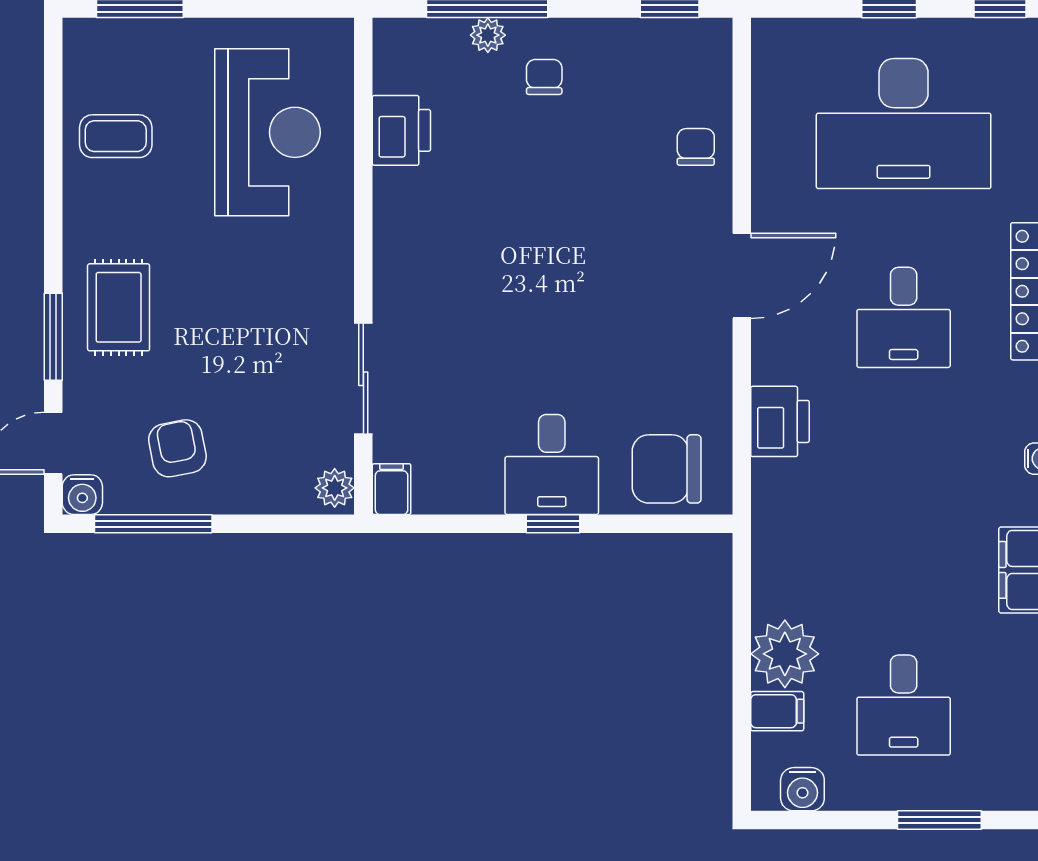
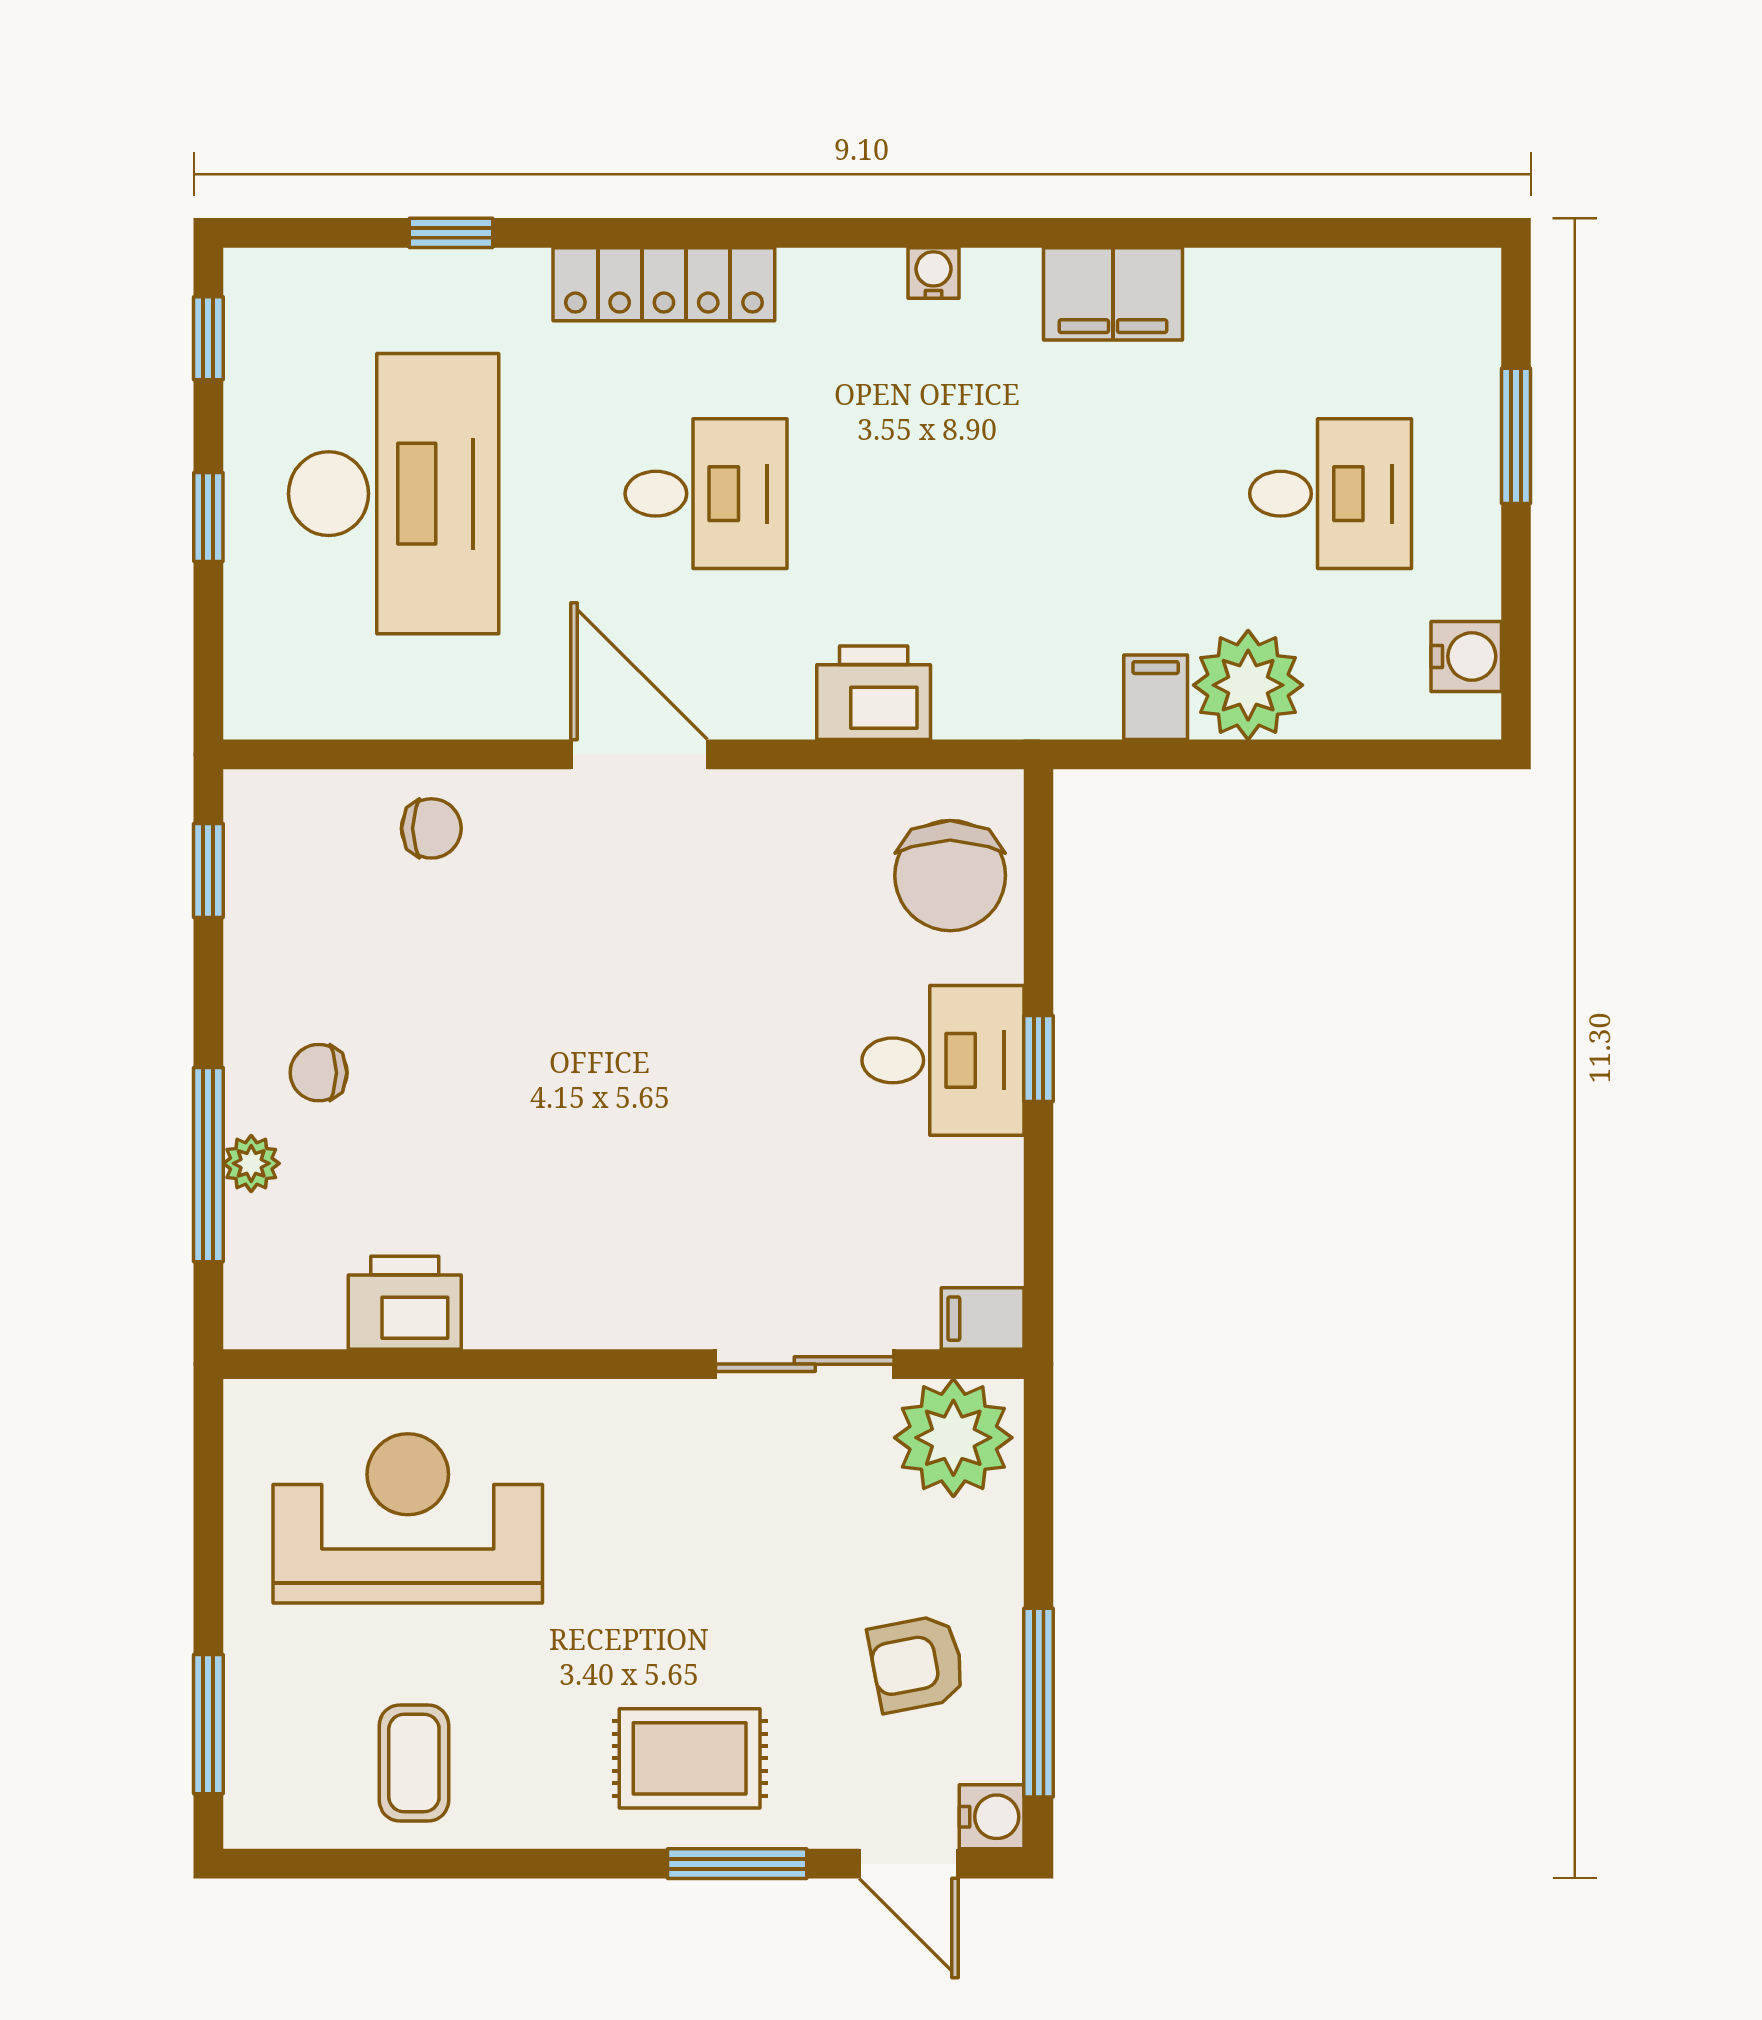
chair: (696, 147) -> (431, 828), turned 180
plant: (335, 488) -> (953, 1438), width x1.88, depth x1.88
filing cabinet: (777, 711) -> (1156, 697), moved

